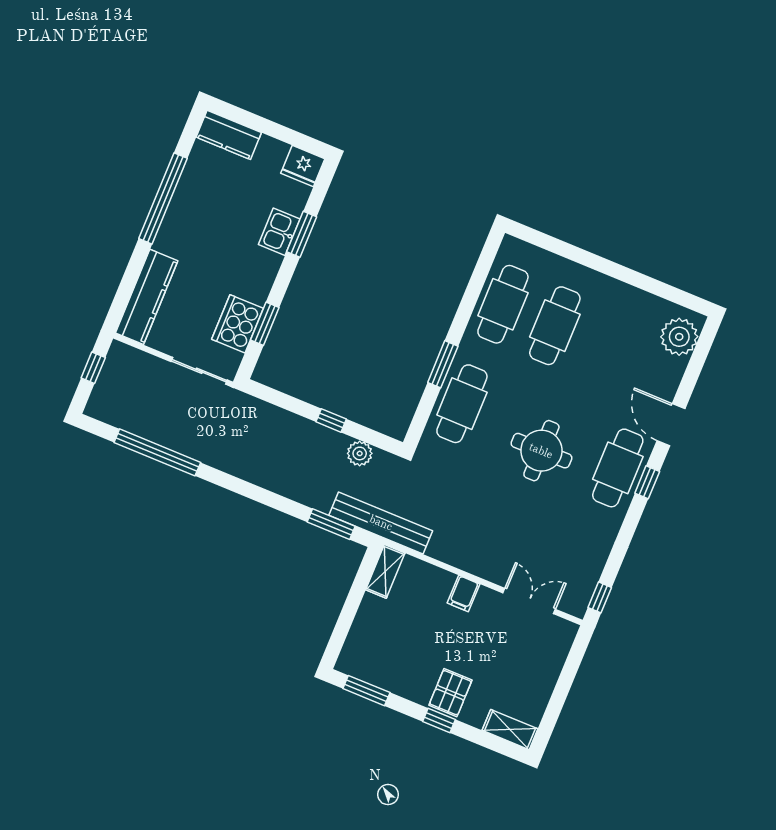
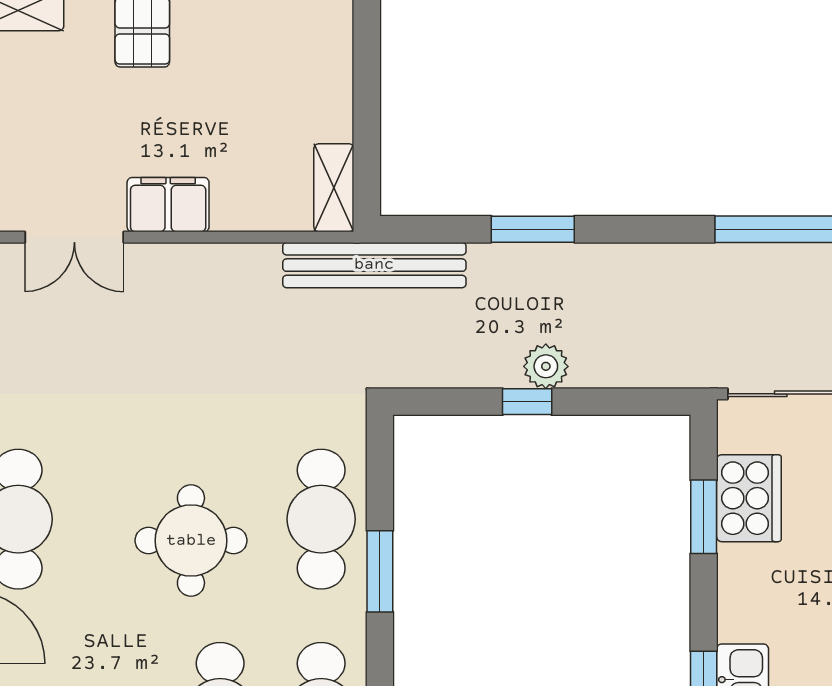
round table: (541, 451) -> (191, 541), moved
plant: (360, 453) -> (546, 366), moved
window: (331, 524) -> (533, 229), moved
filing cabinet: (464, 594) -> (168, 205), width x2.00

